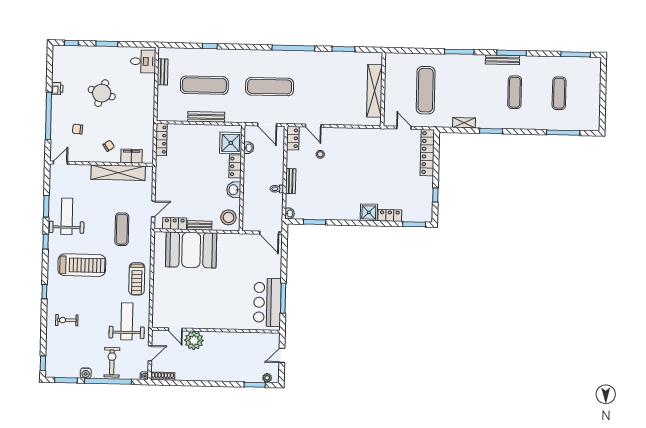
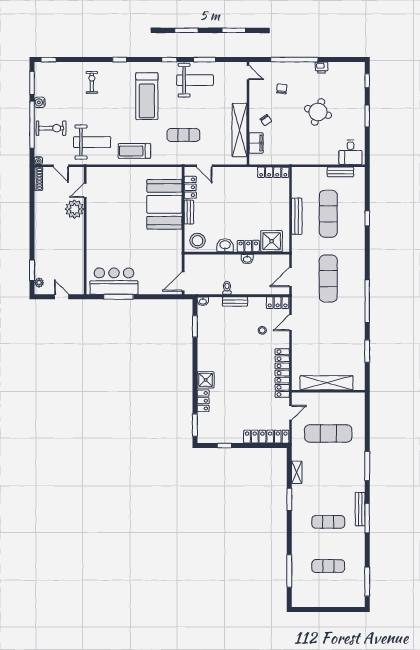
locker: (364, 135) -> (282, 373), added
washbasin: (249, 148) -> (247, 259), moved

